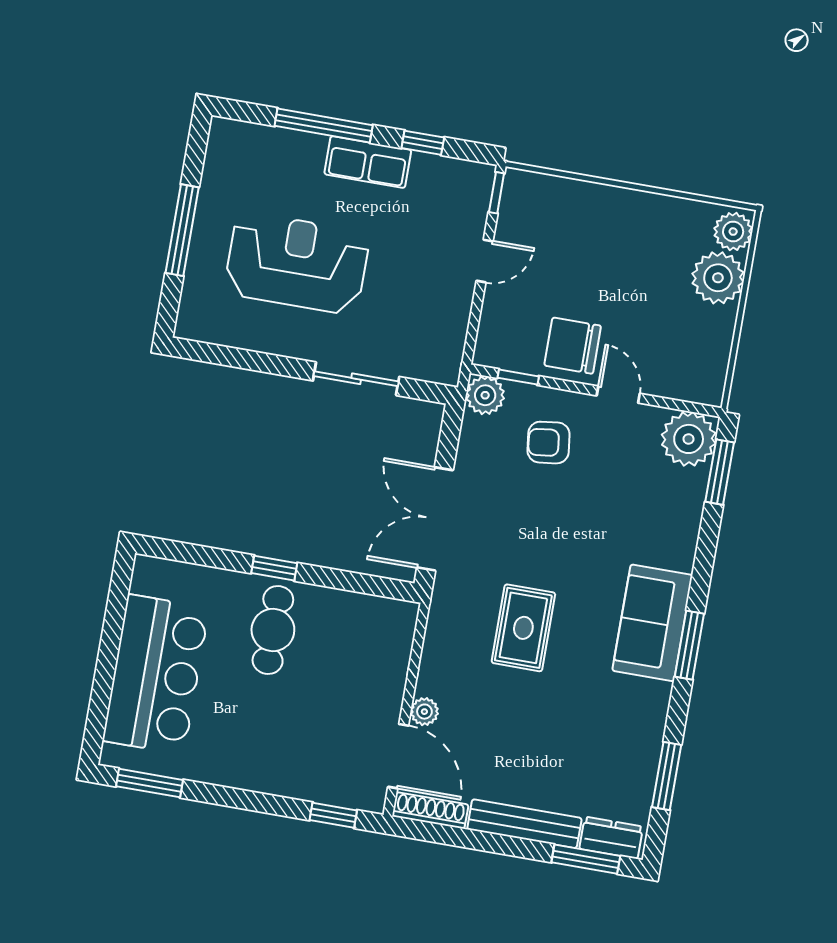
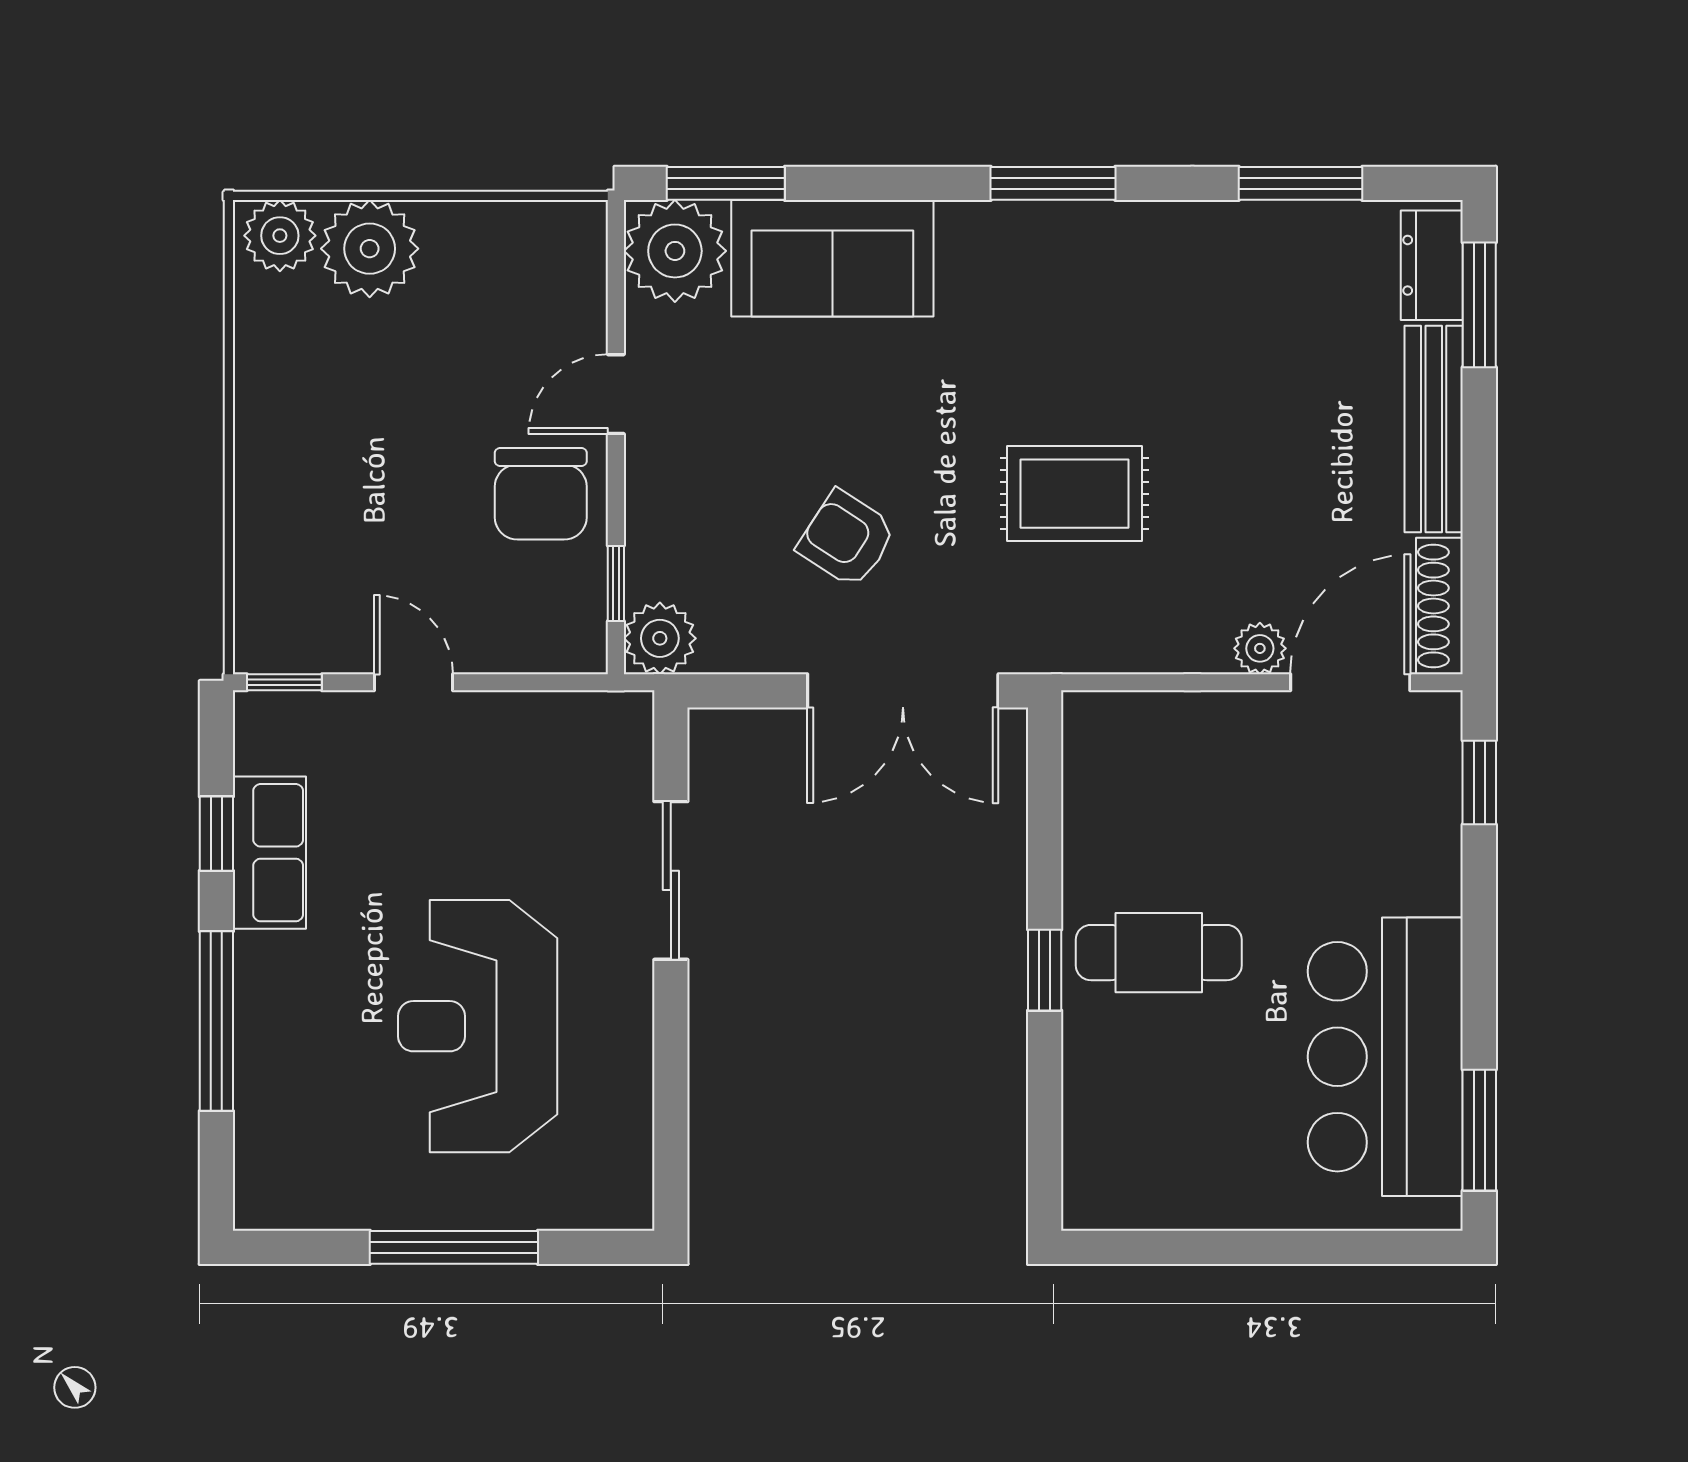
row of seats: (368, 162) -> (269, 853), moved
armchair: (549, 443) -> (847, 539), moved, turned 130
sofa: (652, 623) -> (832, 258), moved
bar counter: (156, 674) -> (1385, 1057), moved, turned -90

